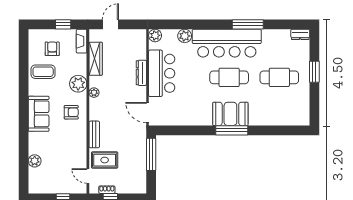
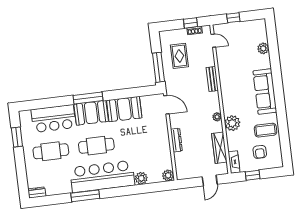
window: (314, 72) -> (17, 137), moved
bar counter: (162, 73) -> (53, 118), moved, turned -90
armchair: (71, 112) -> (235, 97), removed
sofa: (39, 114) -> (265, 92), width x1.36
booth: (194, 114) -> (124, 109), added
rug: (105, 160) -> (179, 56), moved, turned 90

